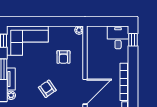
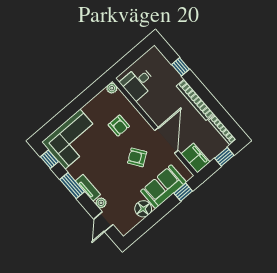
desk: (118, 37) -> (138, 83), moved, turned -90
window: (133, 40) -> (180, 67), moved
armchair: (47, 89) -> (137, 157), moved

